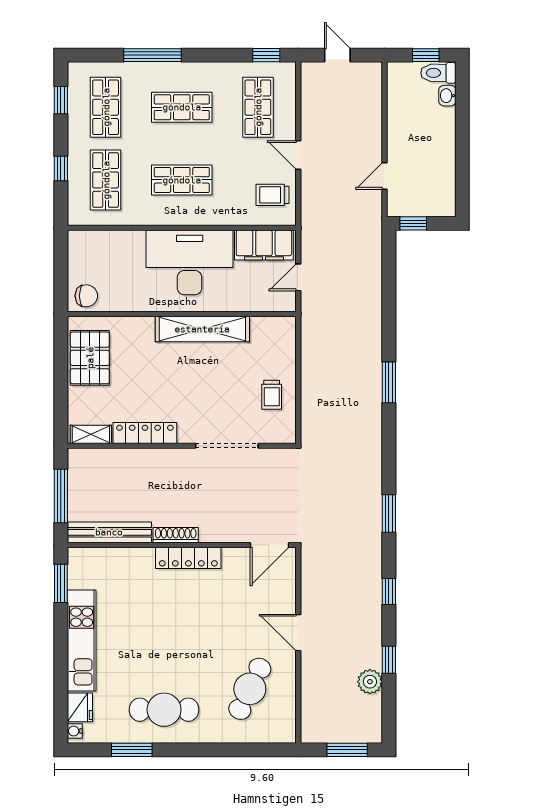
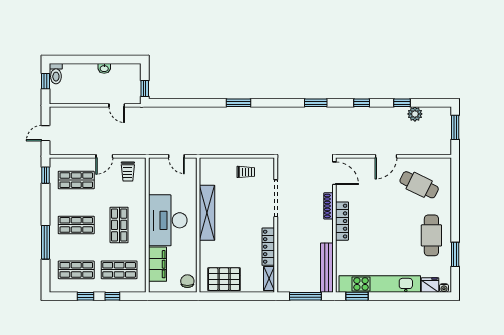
washbasin: (447, 96) -> (104, 68), moved
window: (61, 100) -> (85, 296), moved
shop shelf: (182, 107) -> (76, 225), turned 90
filing cabinet: (264, 245) -> (157, 264), moved
shoe rack: (176, 535) -> (329, 206), moved
kitchen unit: (82, 640) -> (380, 284), width x1.36

